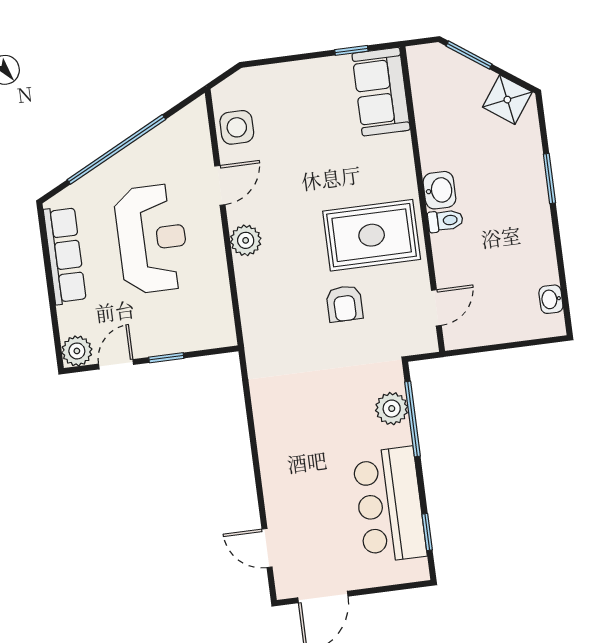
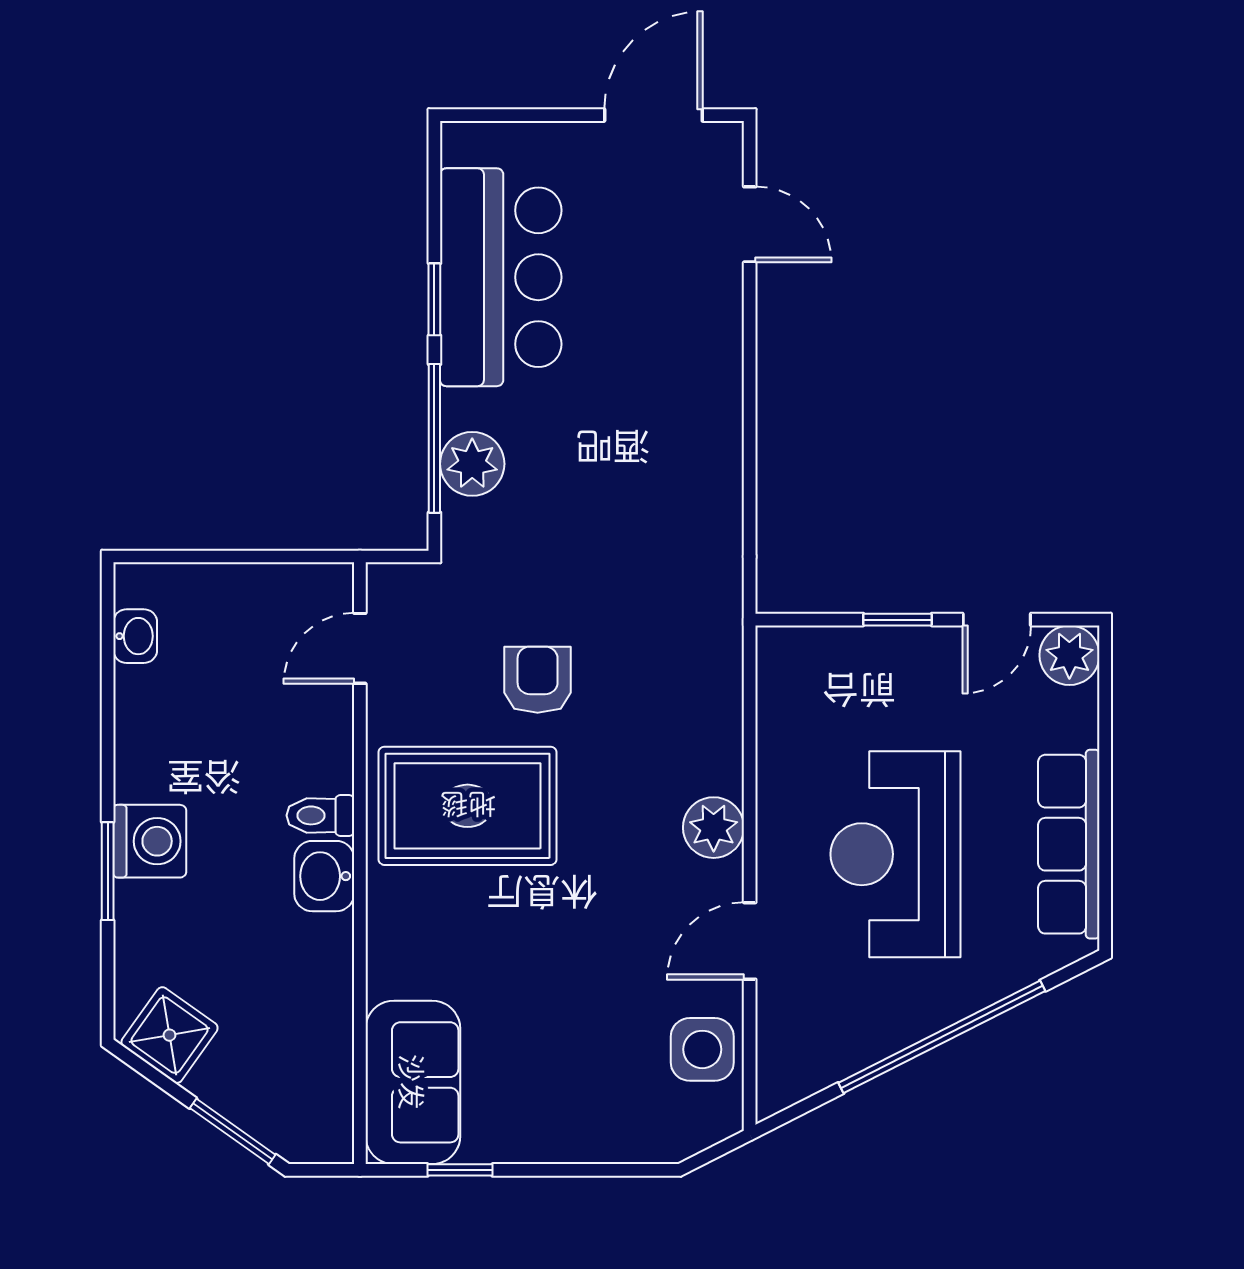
washing machine: (530, 196) -> (150, 841), added
window: (427, 532) -> (434, 299), moved

